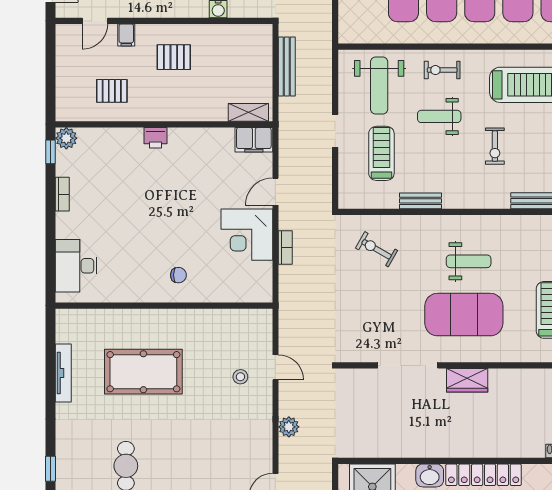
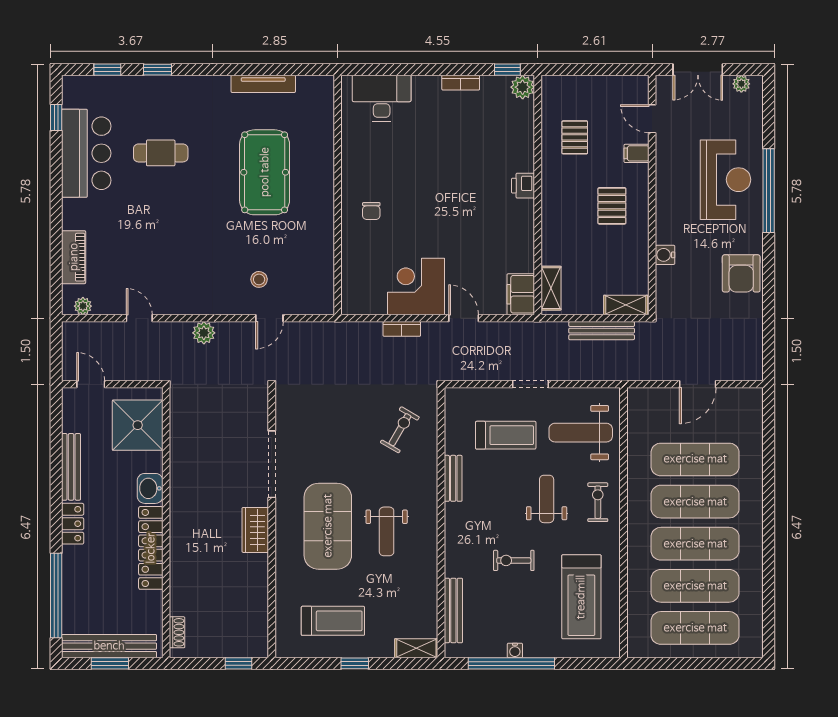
shelving: (264, 45) -> (626, 305), added

